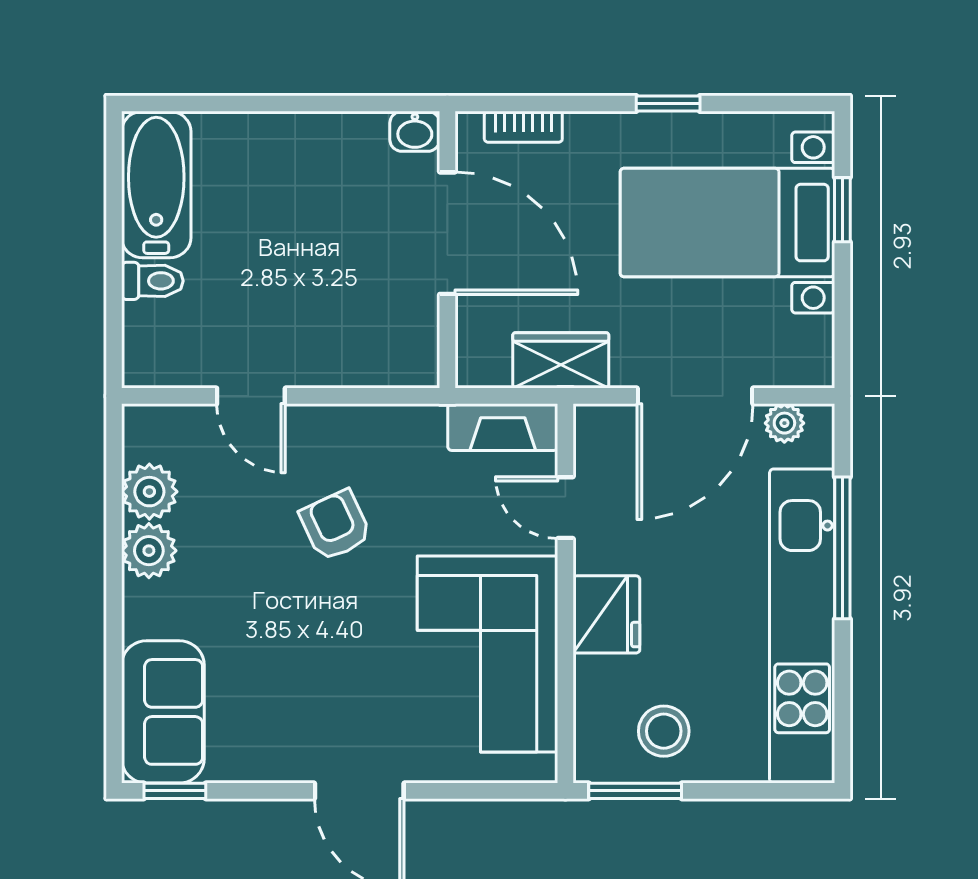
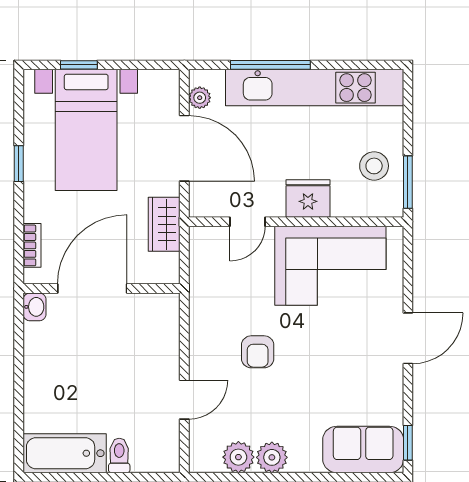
fireplace: (503, 427) -> (202, 257), removed
armchair: (335, 525) -> (258, 352), turned -65

